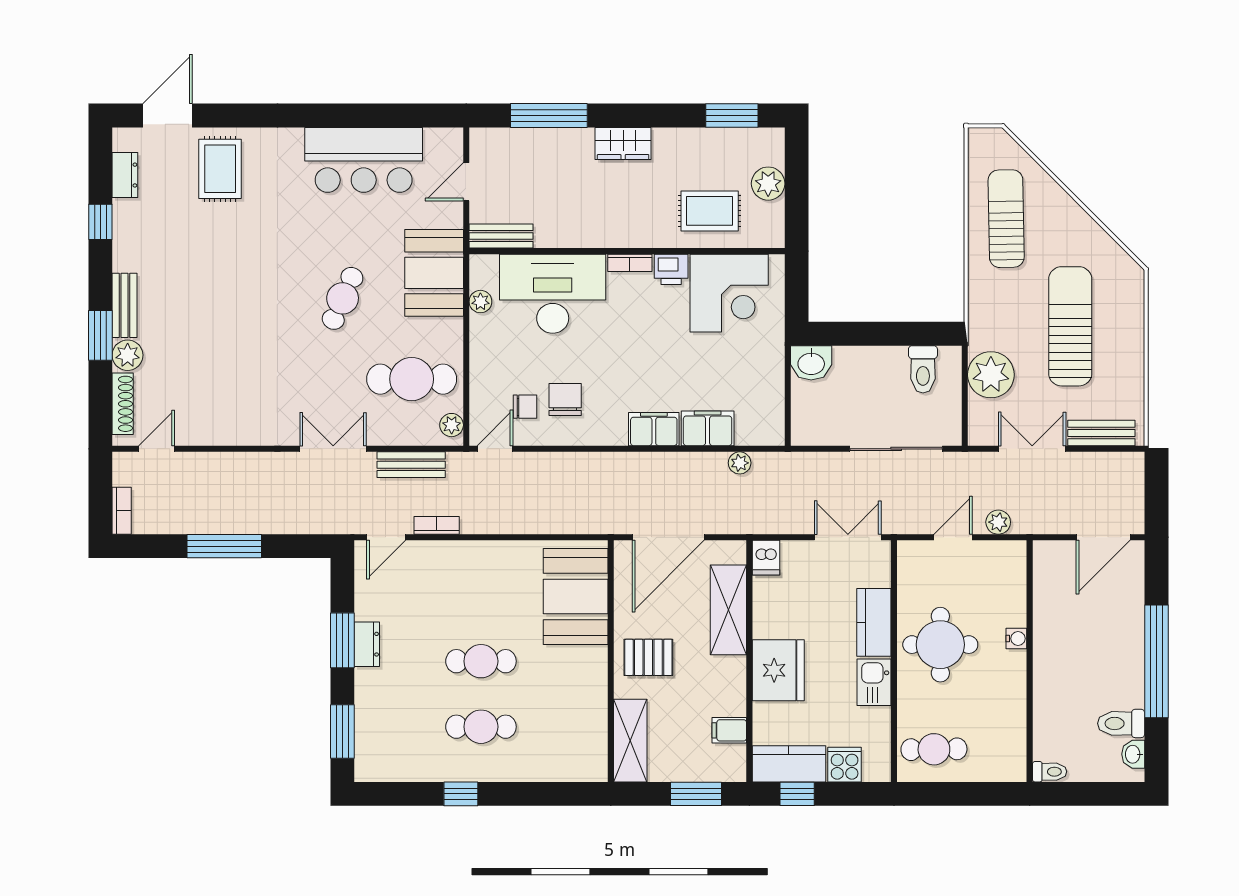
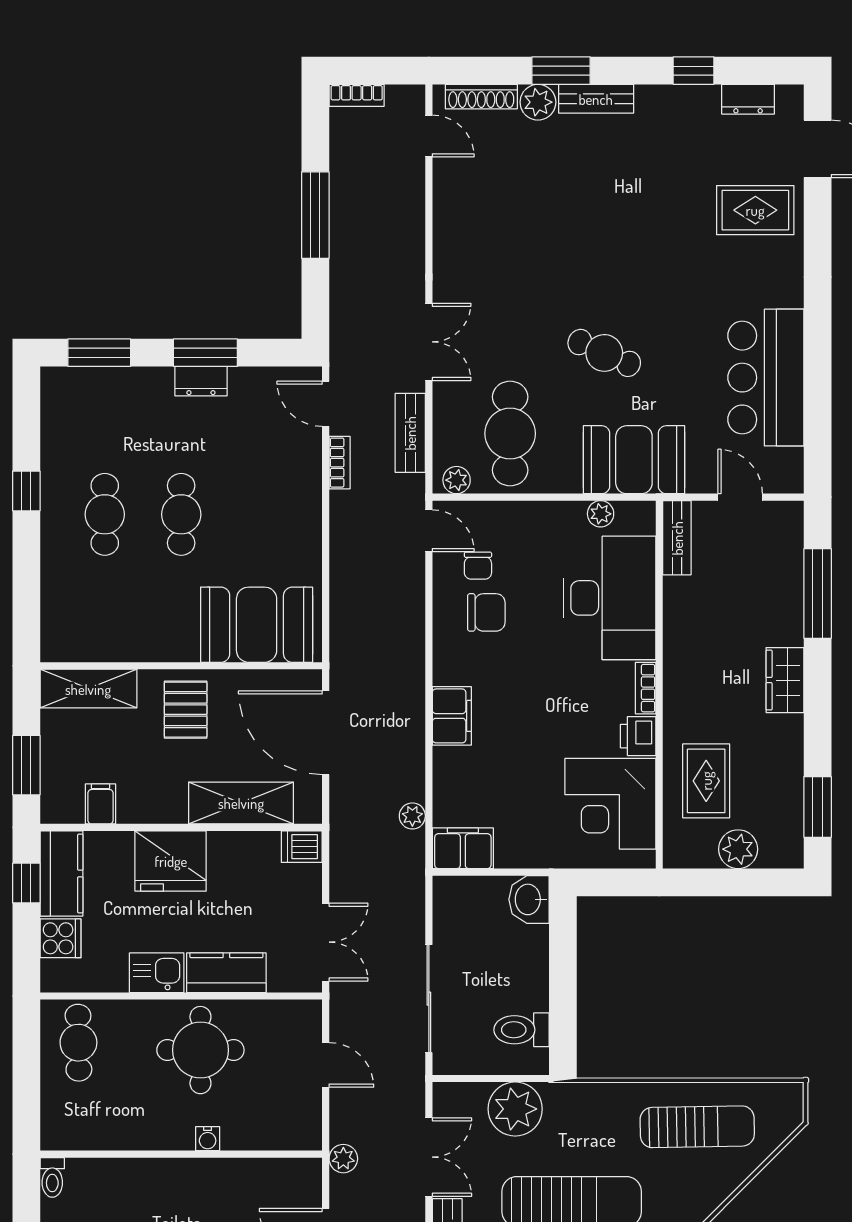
filing cabinet: (708, 428) -> (463, 848), moved, turned -90
plant: (998, 522) -> (343, 1159), moved

